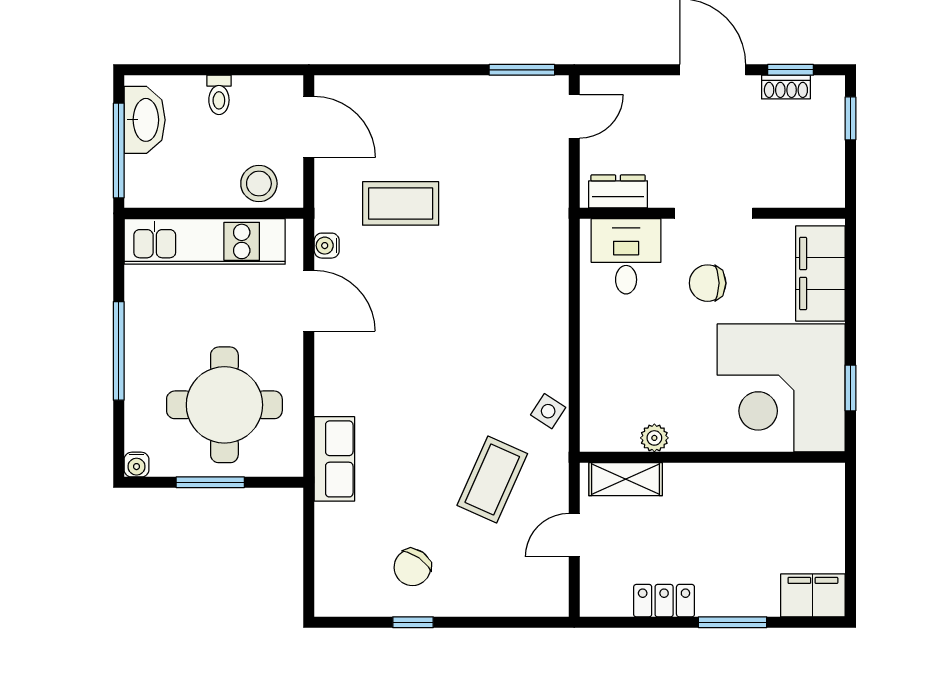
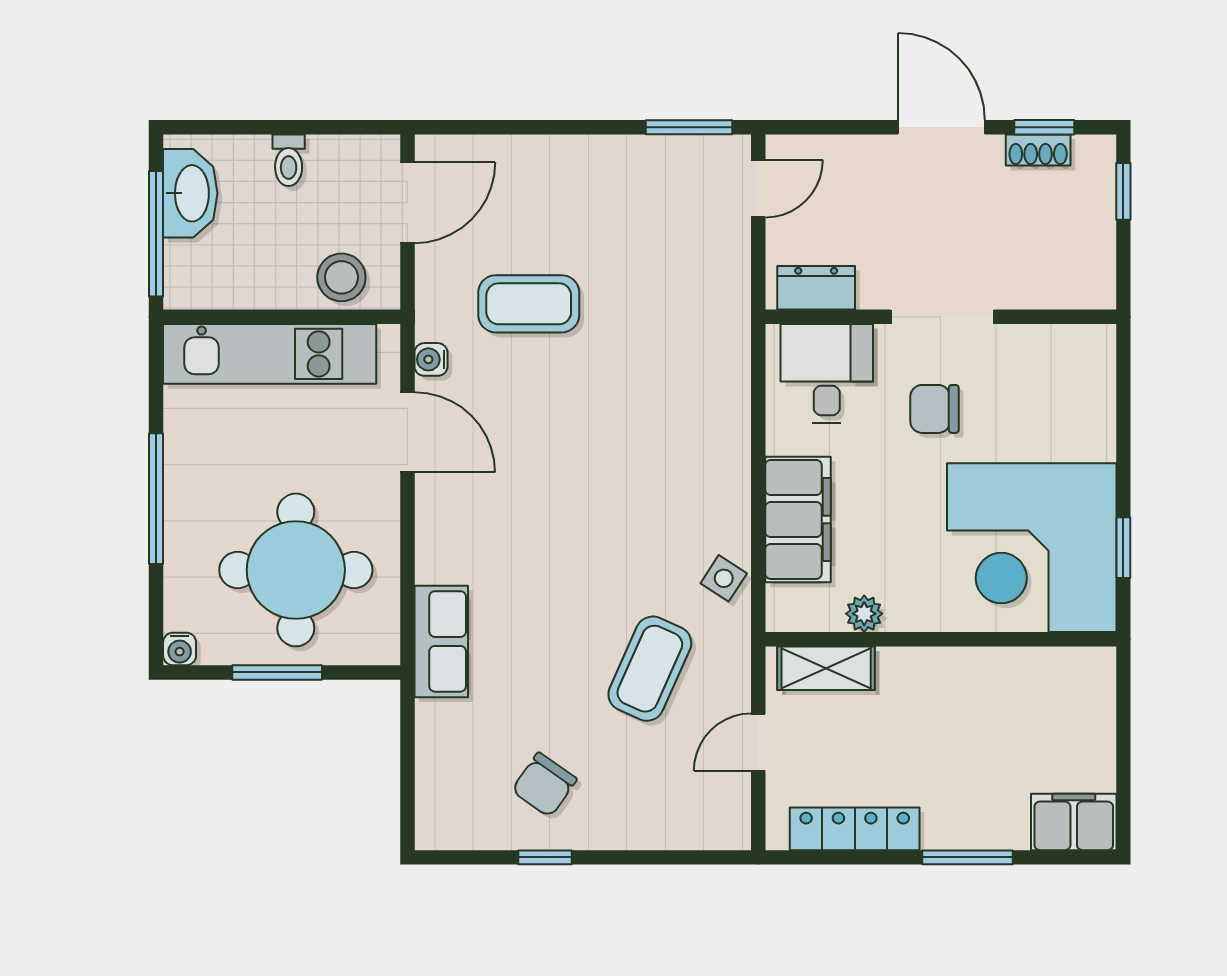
door: (309, 127) -> (407, 203), hinge flipped
filing cabinet: (820, 273) -> (798, 519), moved, turned 180
locker: (664, 601) -> (855, 829), width x1.53

